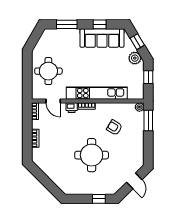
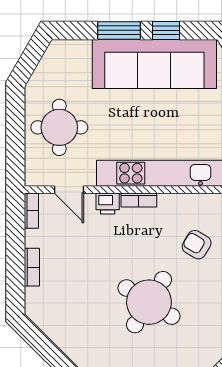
window: (67, 24) -> (119, 30), moved
sofa: (102, 38) -> (154, 64), width x1.36, depth x1.27
round table: (92, 155) -> (149, 302), turned 32

